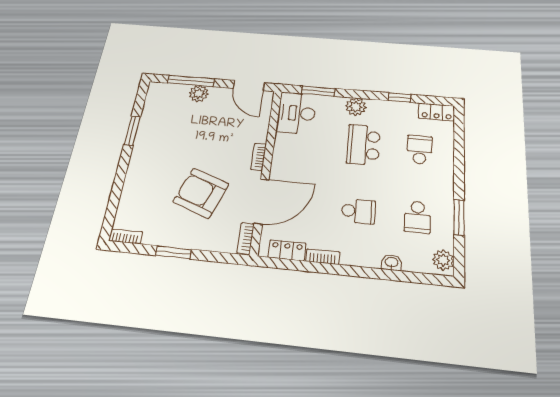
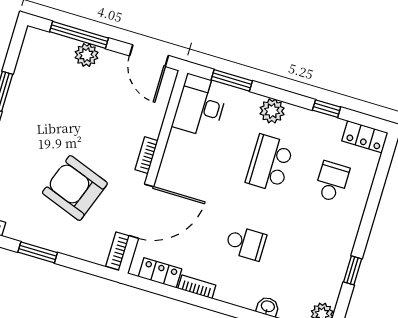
school desk: (417, 217) -> (308, 262), removed
window: (459, 217) -> (353, 270), width x0.67

